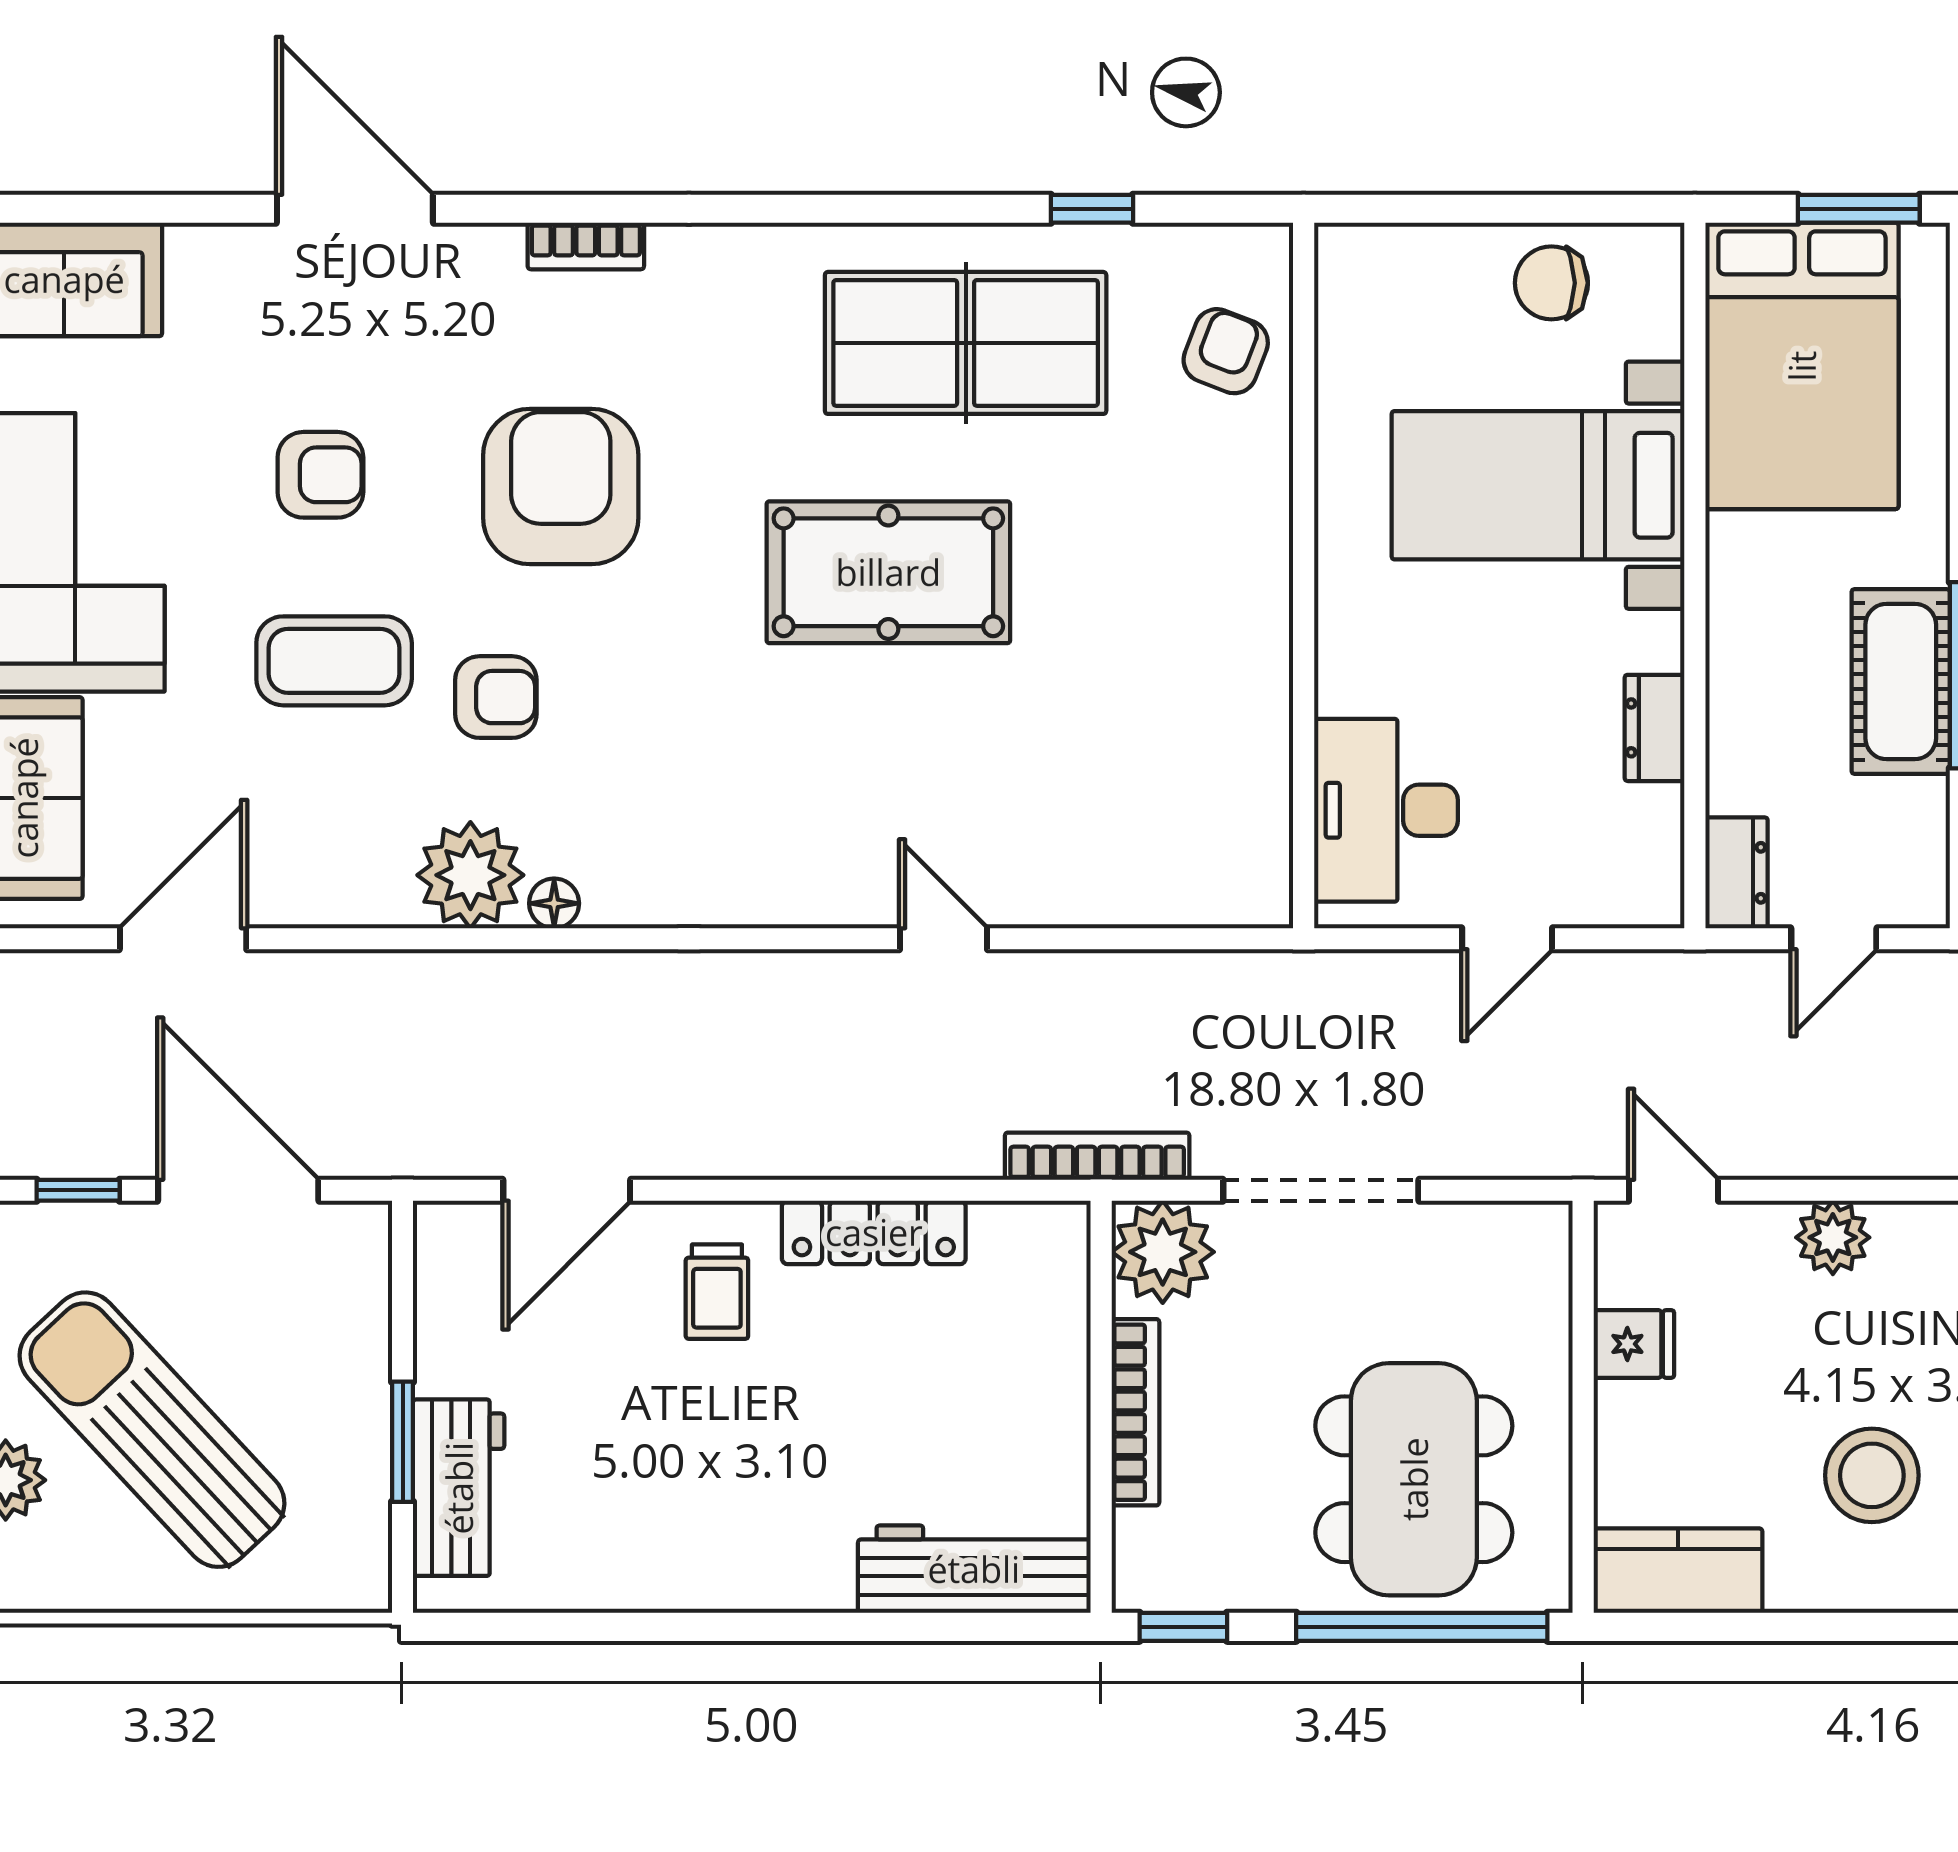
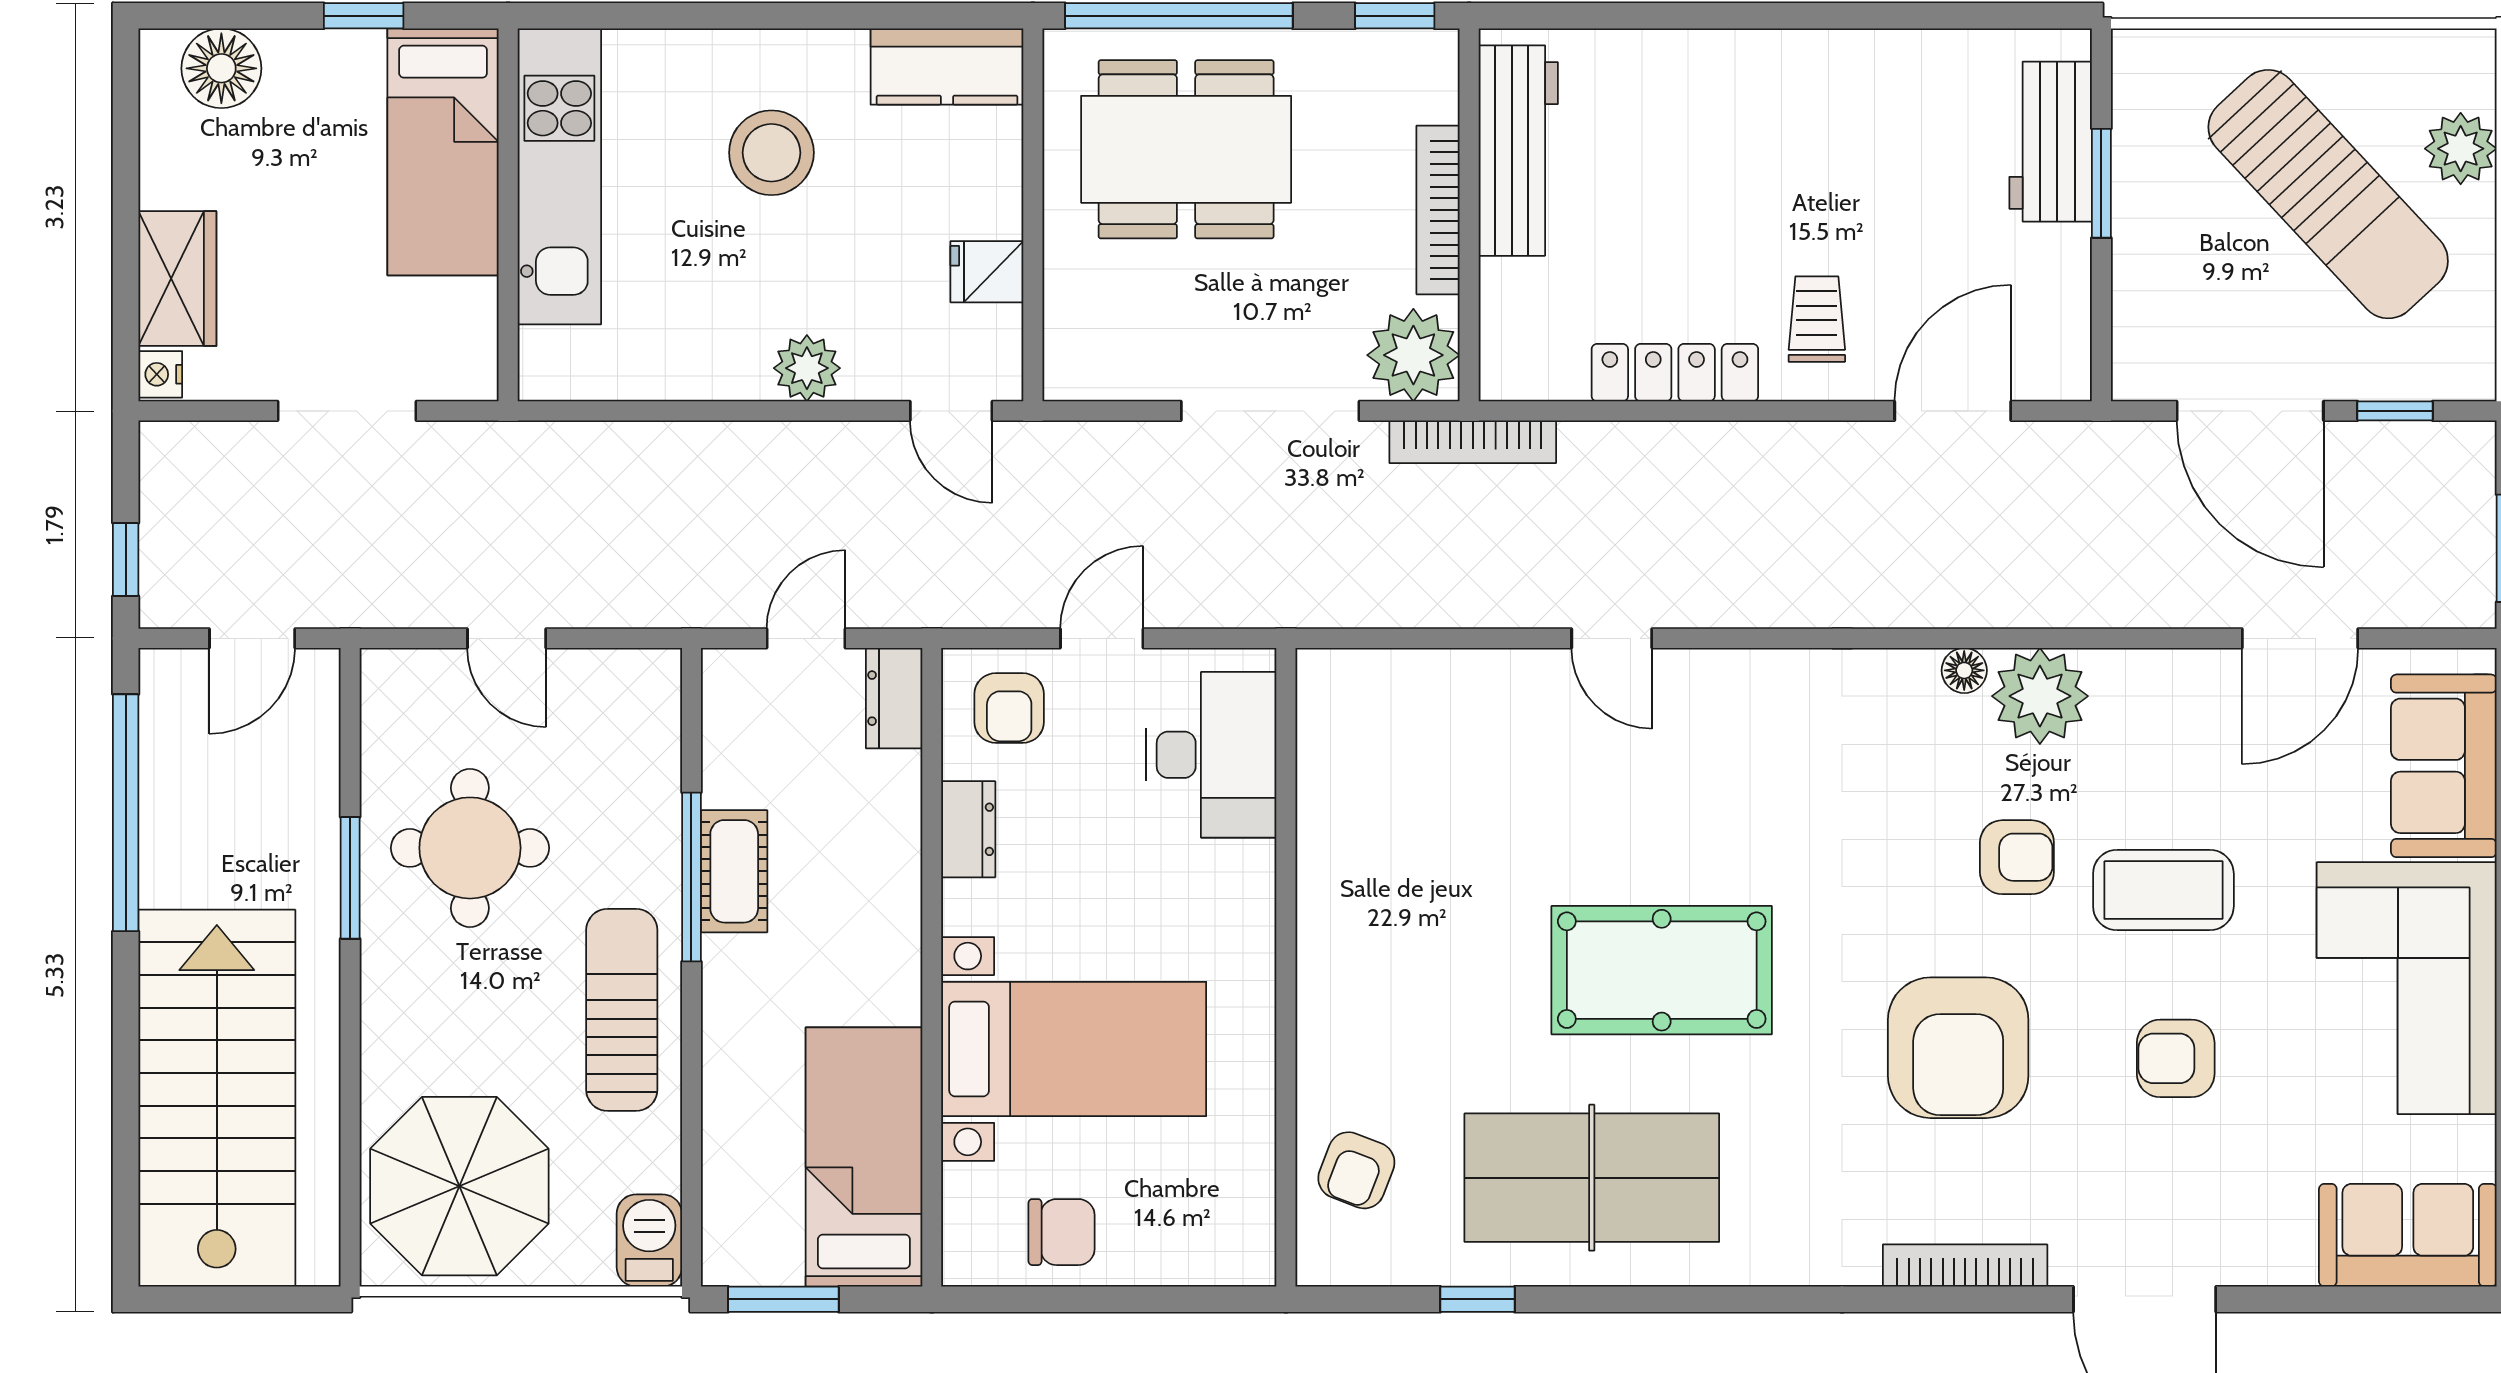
bookcase: (586, 246) -> (1965, 1265), width x1.56
bed: (1802, 366) -> (864, 1157), width x0.67
cot: (1901, 681) -> (734, 871), width x0.73, depth x0.75
armchair: (496, 697) -> (2017, 857), turned 180
armchair: (1609, 862) -> (1009, 708), added
dining table: (1414, 1479) -> (1186, 149), turned 90
workbench: (974, 1569) -> (1518, 151), moved, turned -90

